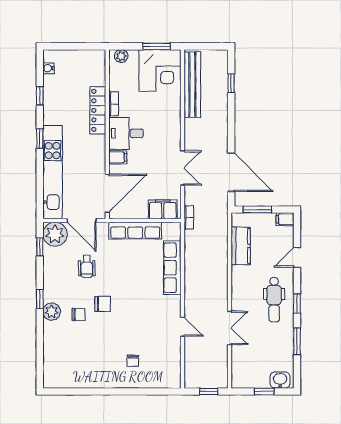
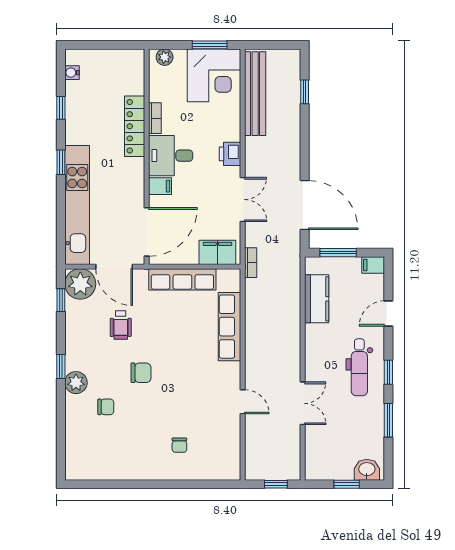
printer: (173, 132) -> (230, 154), added
chair: (78, 315) -> (106, 407), moved

